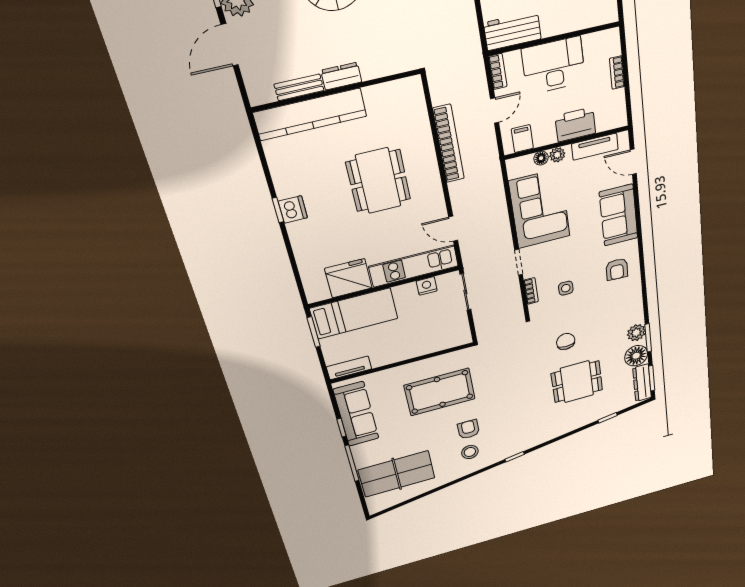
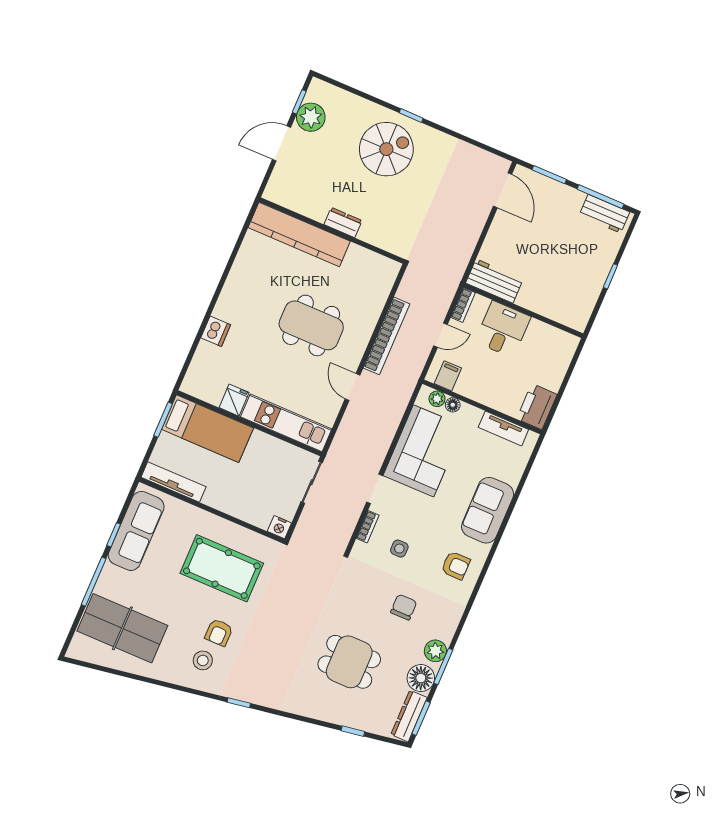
desk: (554, 66) -> (503, 329), width x0.73
bookcase: (617, 73) -> (558, 376), removed
bench: (299, 87) -> (306, 208), removed
printer: (575, 125) -> (537, 407), moved, turned -90
plant: (557, 155) -> (437, 399), moved
door: (633, 162) -> (528, 468), removed
dining table: (378, 181) -> (311, 325), turned 90
dishwasher: (293, 209) -> (216, 331), moved
window: (278, 210) -> (218, 291), removed
door: (453, 229) -> (353, 387), moved
armchair: (617, 269) -> (456, 565), turned -92
fridge: (348, 278) -> (234, 400), width x0.53, depth x0.75
nightstand: (427, 286) -> (279, 527), moved, turned 180
chair: (566, 341) -> (404, 607), moved
tv unit: (349, 368) -> (173, 482), width x1.41
armchair: (468, 429) -> (219, 632), turned 180

